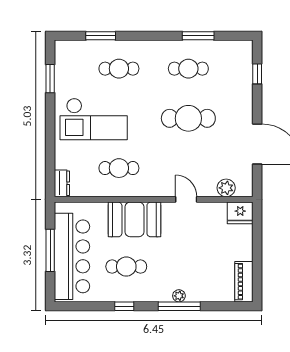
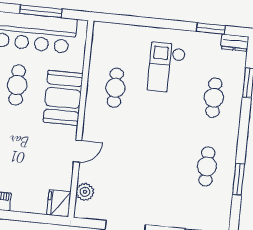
cafe table: (188, 118) -> (158, 161), removed
checkout: (94, 119) -> (166, 68), width x0.73, depth x0.83
dresser: (62, 183) -> (235, 43), moved

